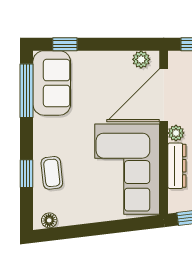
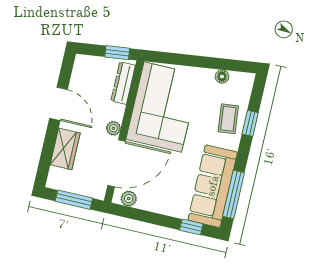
sofa: (52, 83) -> (213, 186), width x1.36
dresser: (177, 166) -> (123, 83), moved
floor lamp: (49, 220) -> (222, 77), moved

